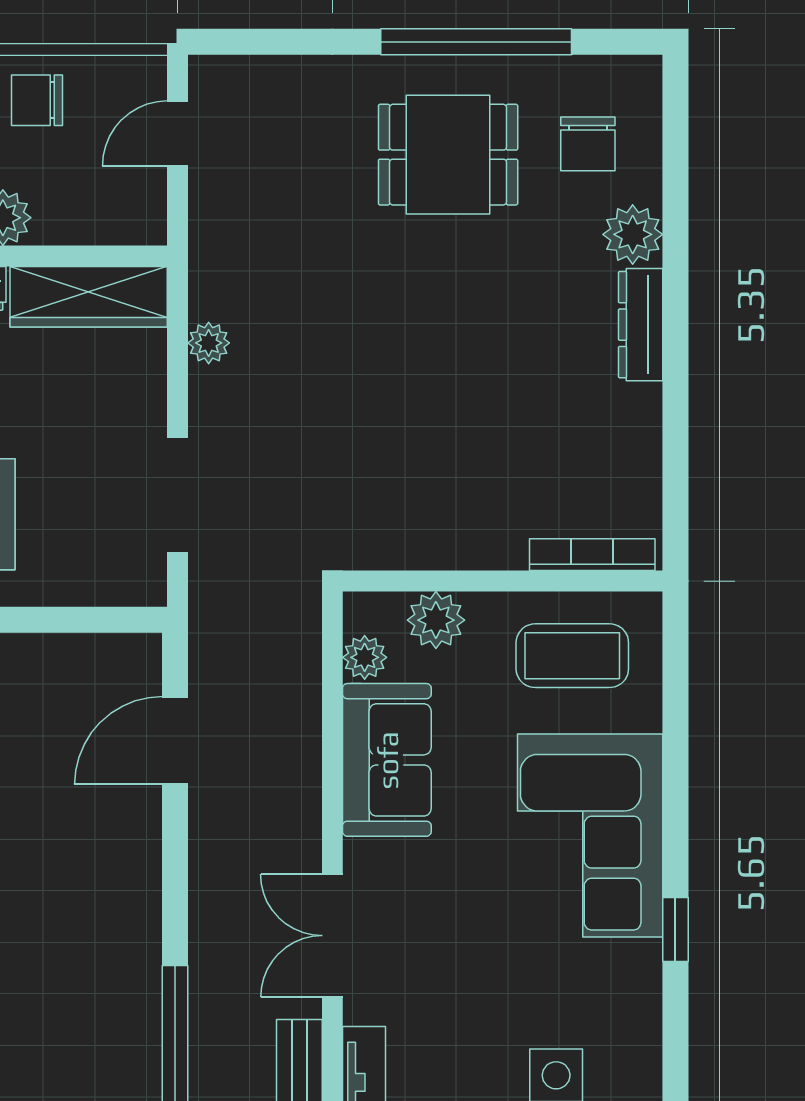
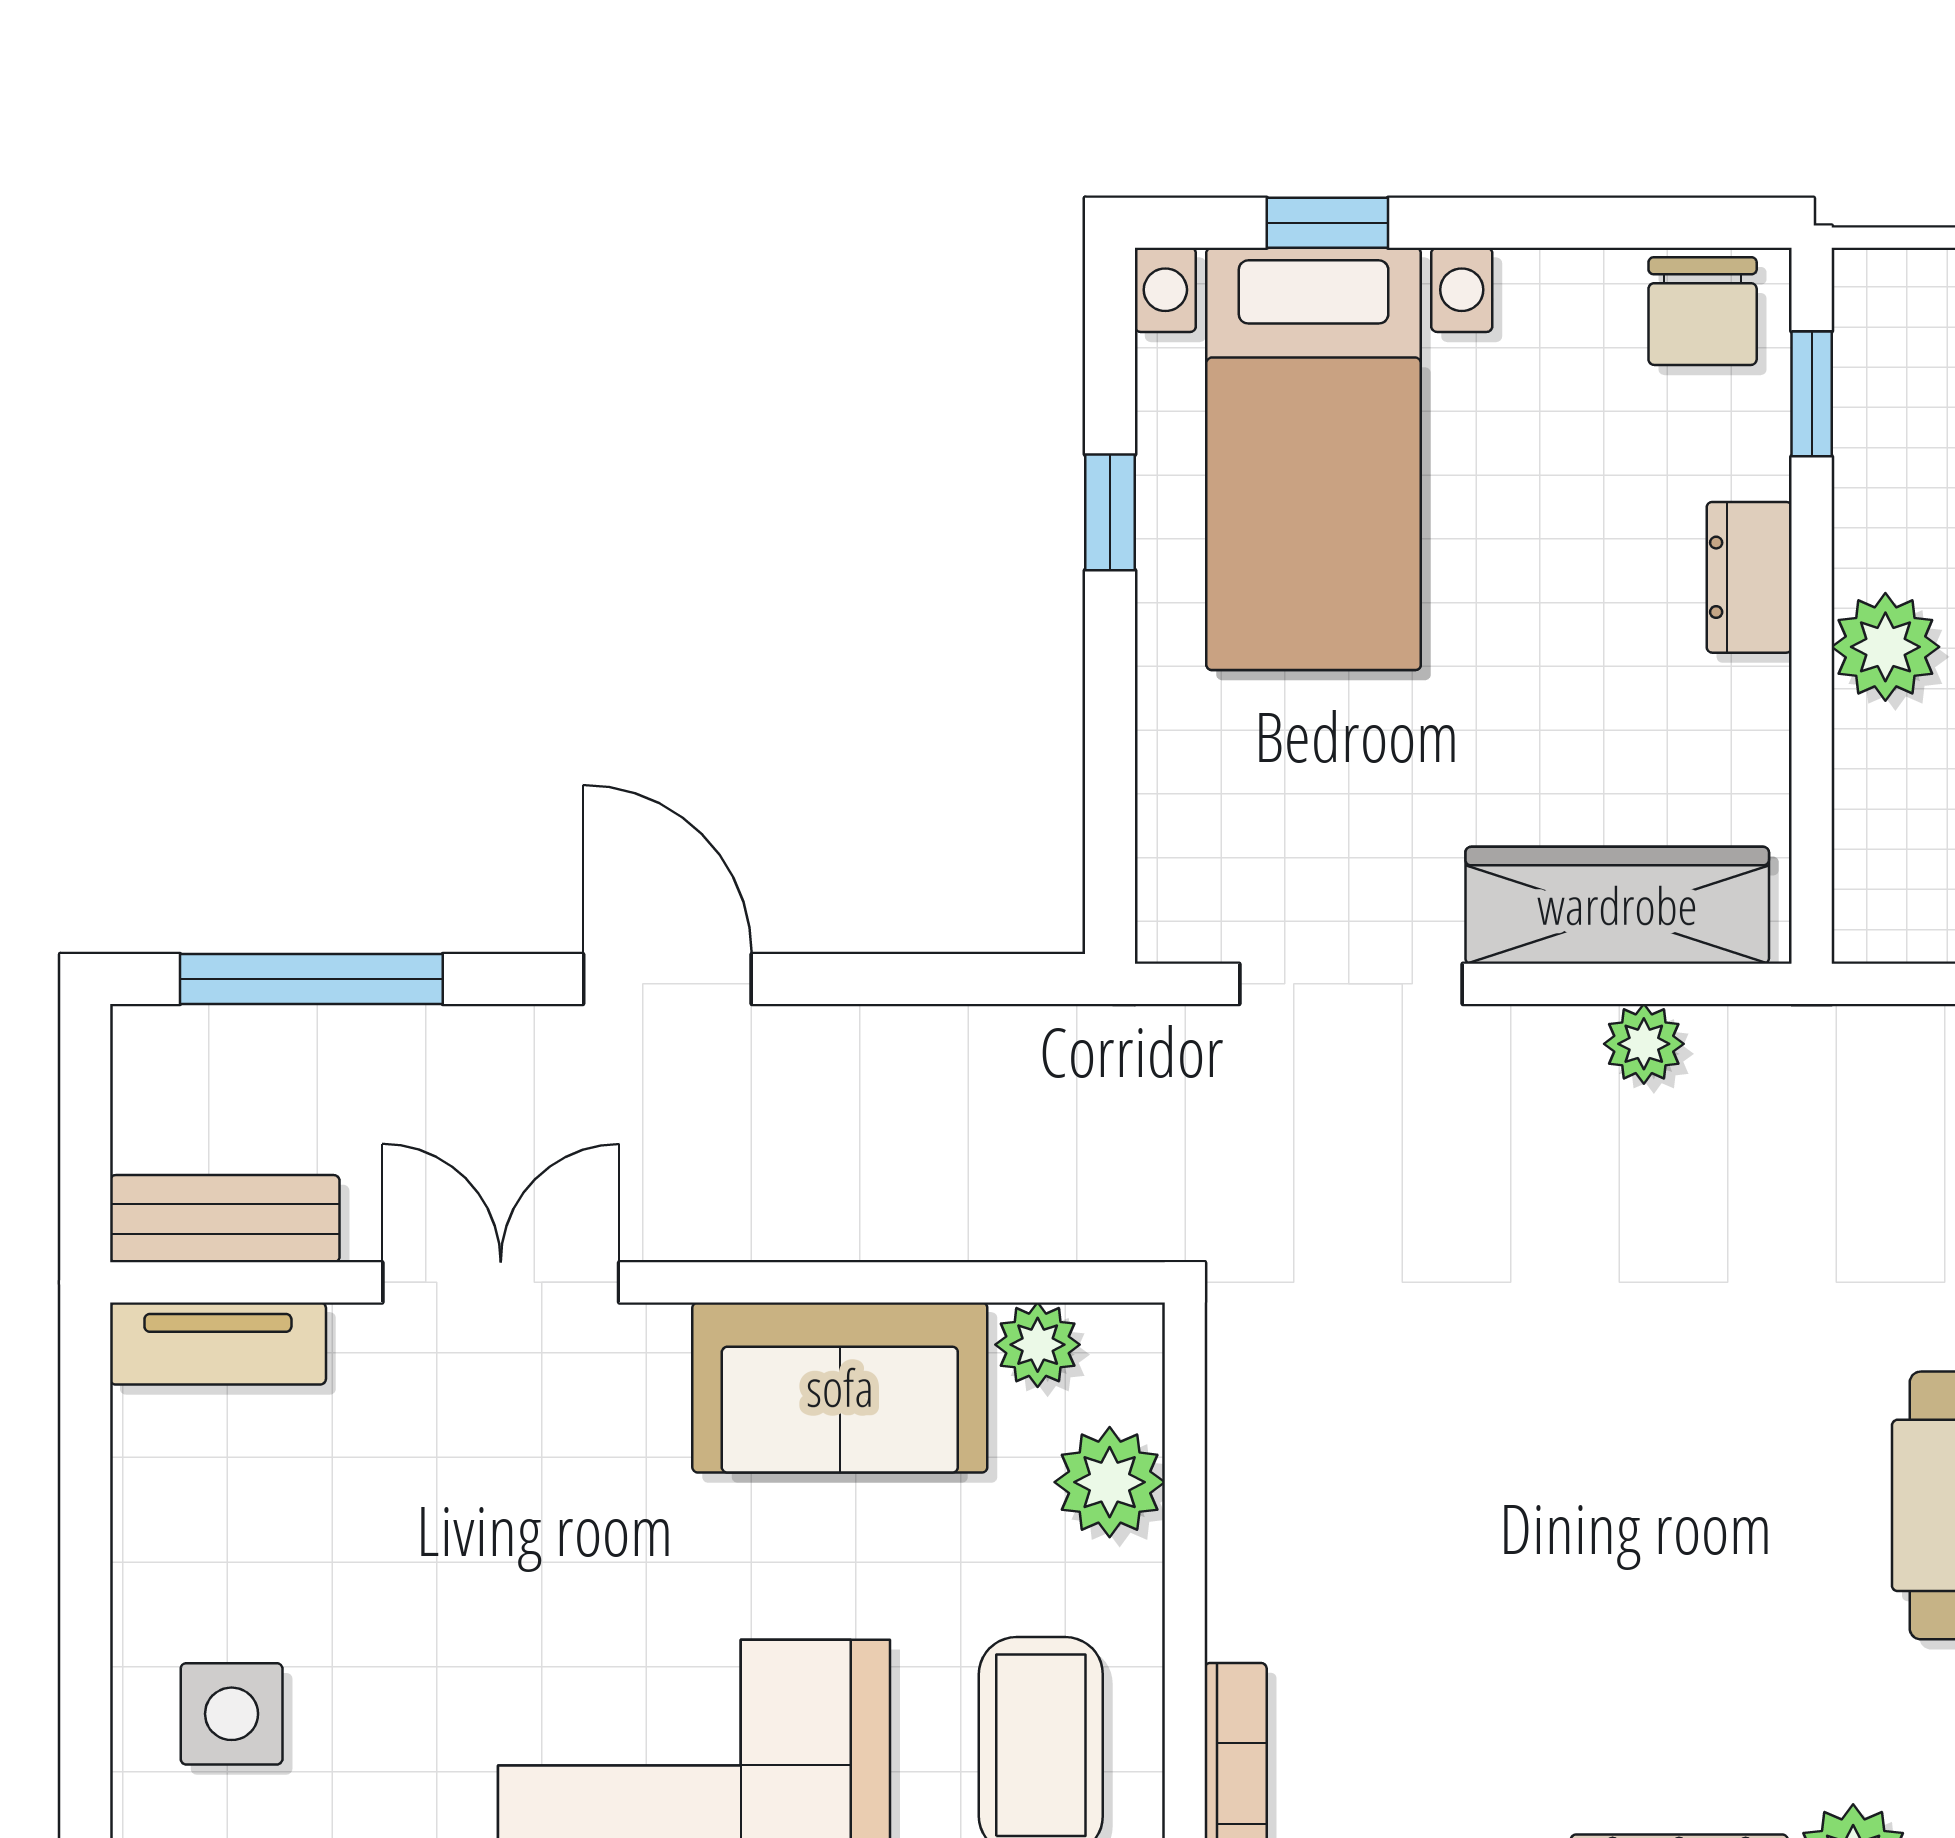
wardrobe: (89, 297) -> (1617, 905), moved, turned 90
door: (175, 741) -> (667, 979), moved

